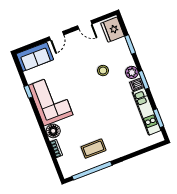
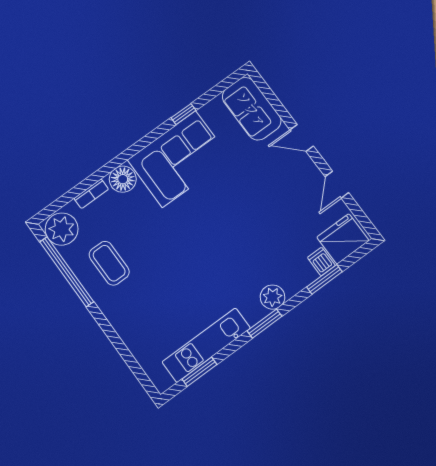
stool: (103, 71) -> (261, 242), removed
dishwasher: (137, 84) -> (321, 262), moved
plant: (70, 168) -> (62, 229), added

